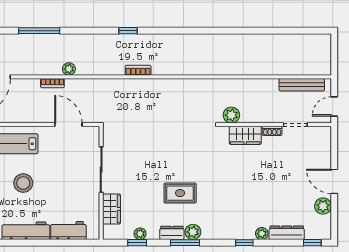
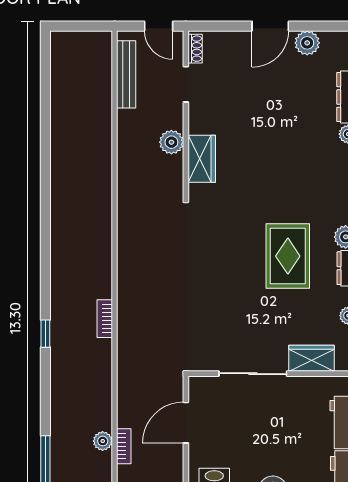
plant: (69, 69) -> (103, 441), moved
plant: (231, 115) -> (171, 142), moved
shoe rack: (272, 131) -> (195, 49), moved
rug: (180, 193) -> (288, 256), width x1.36, depth x1.43

